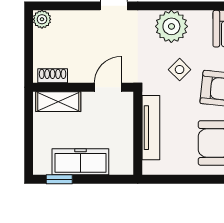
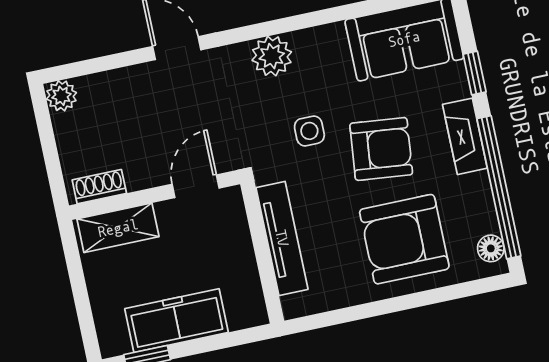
plant: (171, 26) -> (272, 56), width x0.73, depth x0.73
side table: (180, 70) -> (309, 131), turned 45

